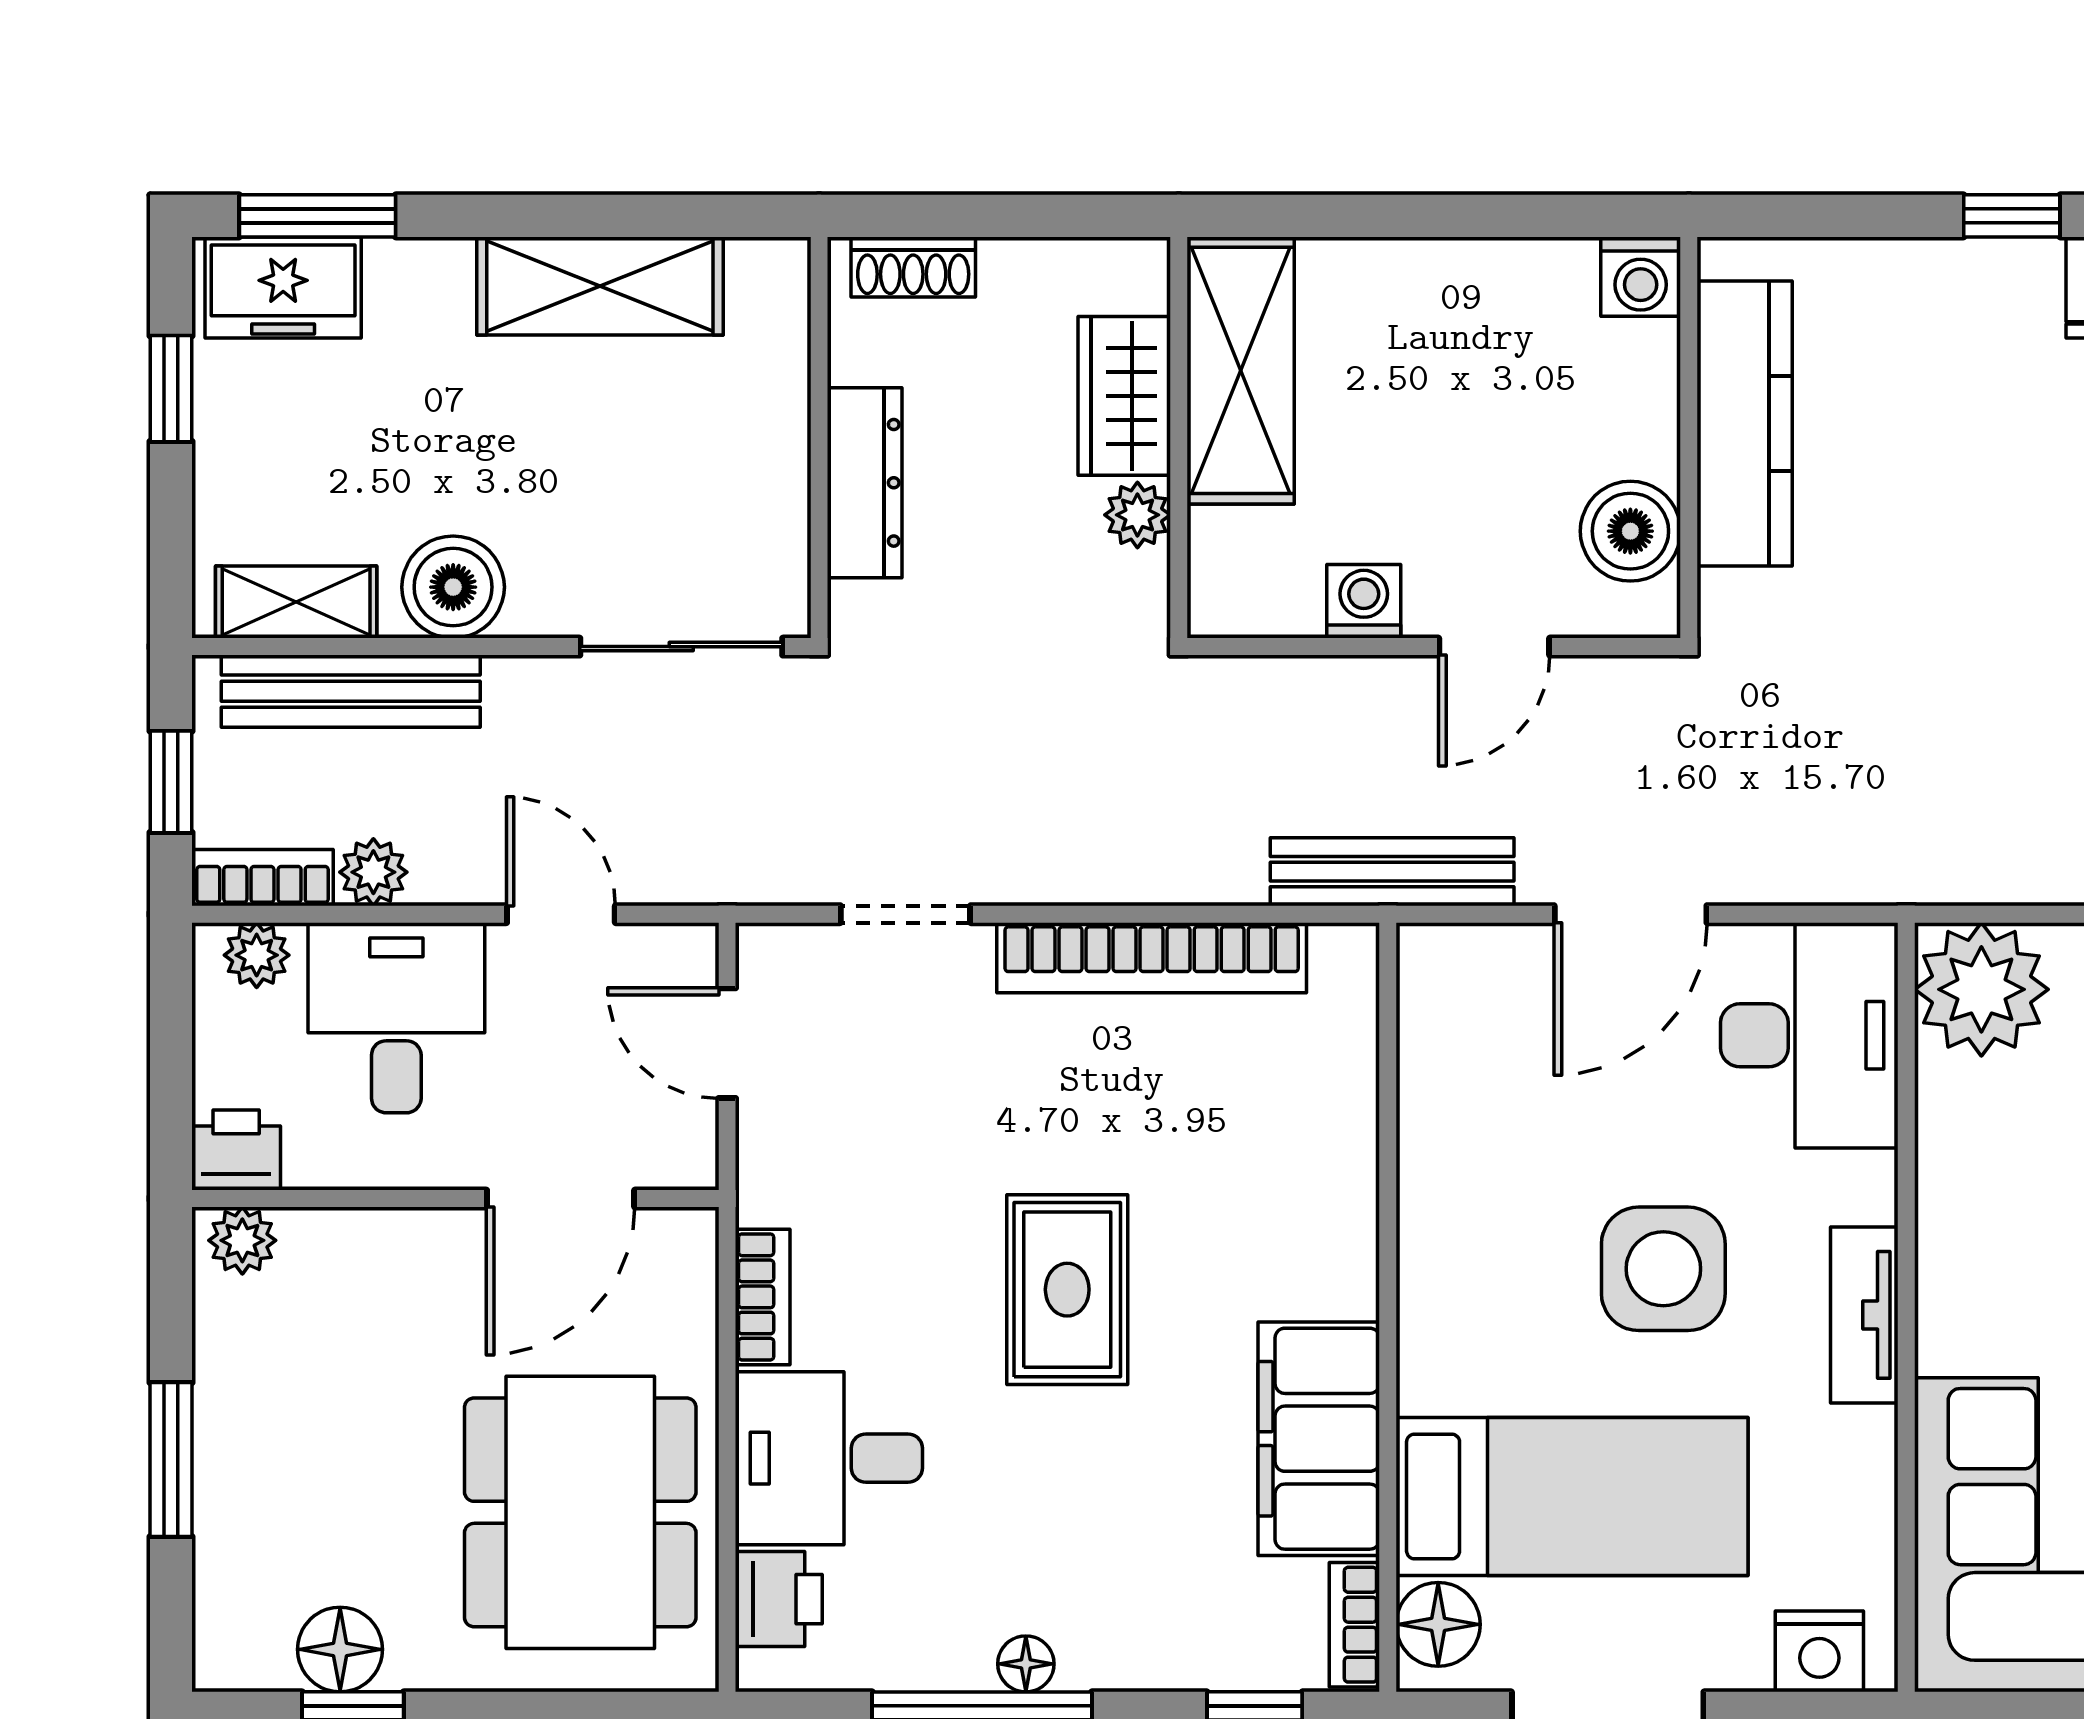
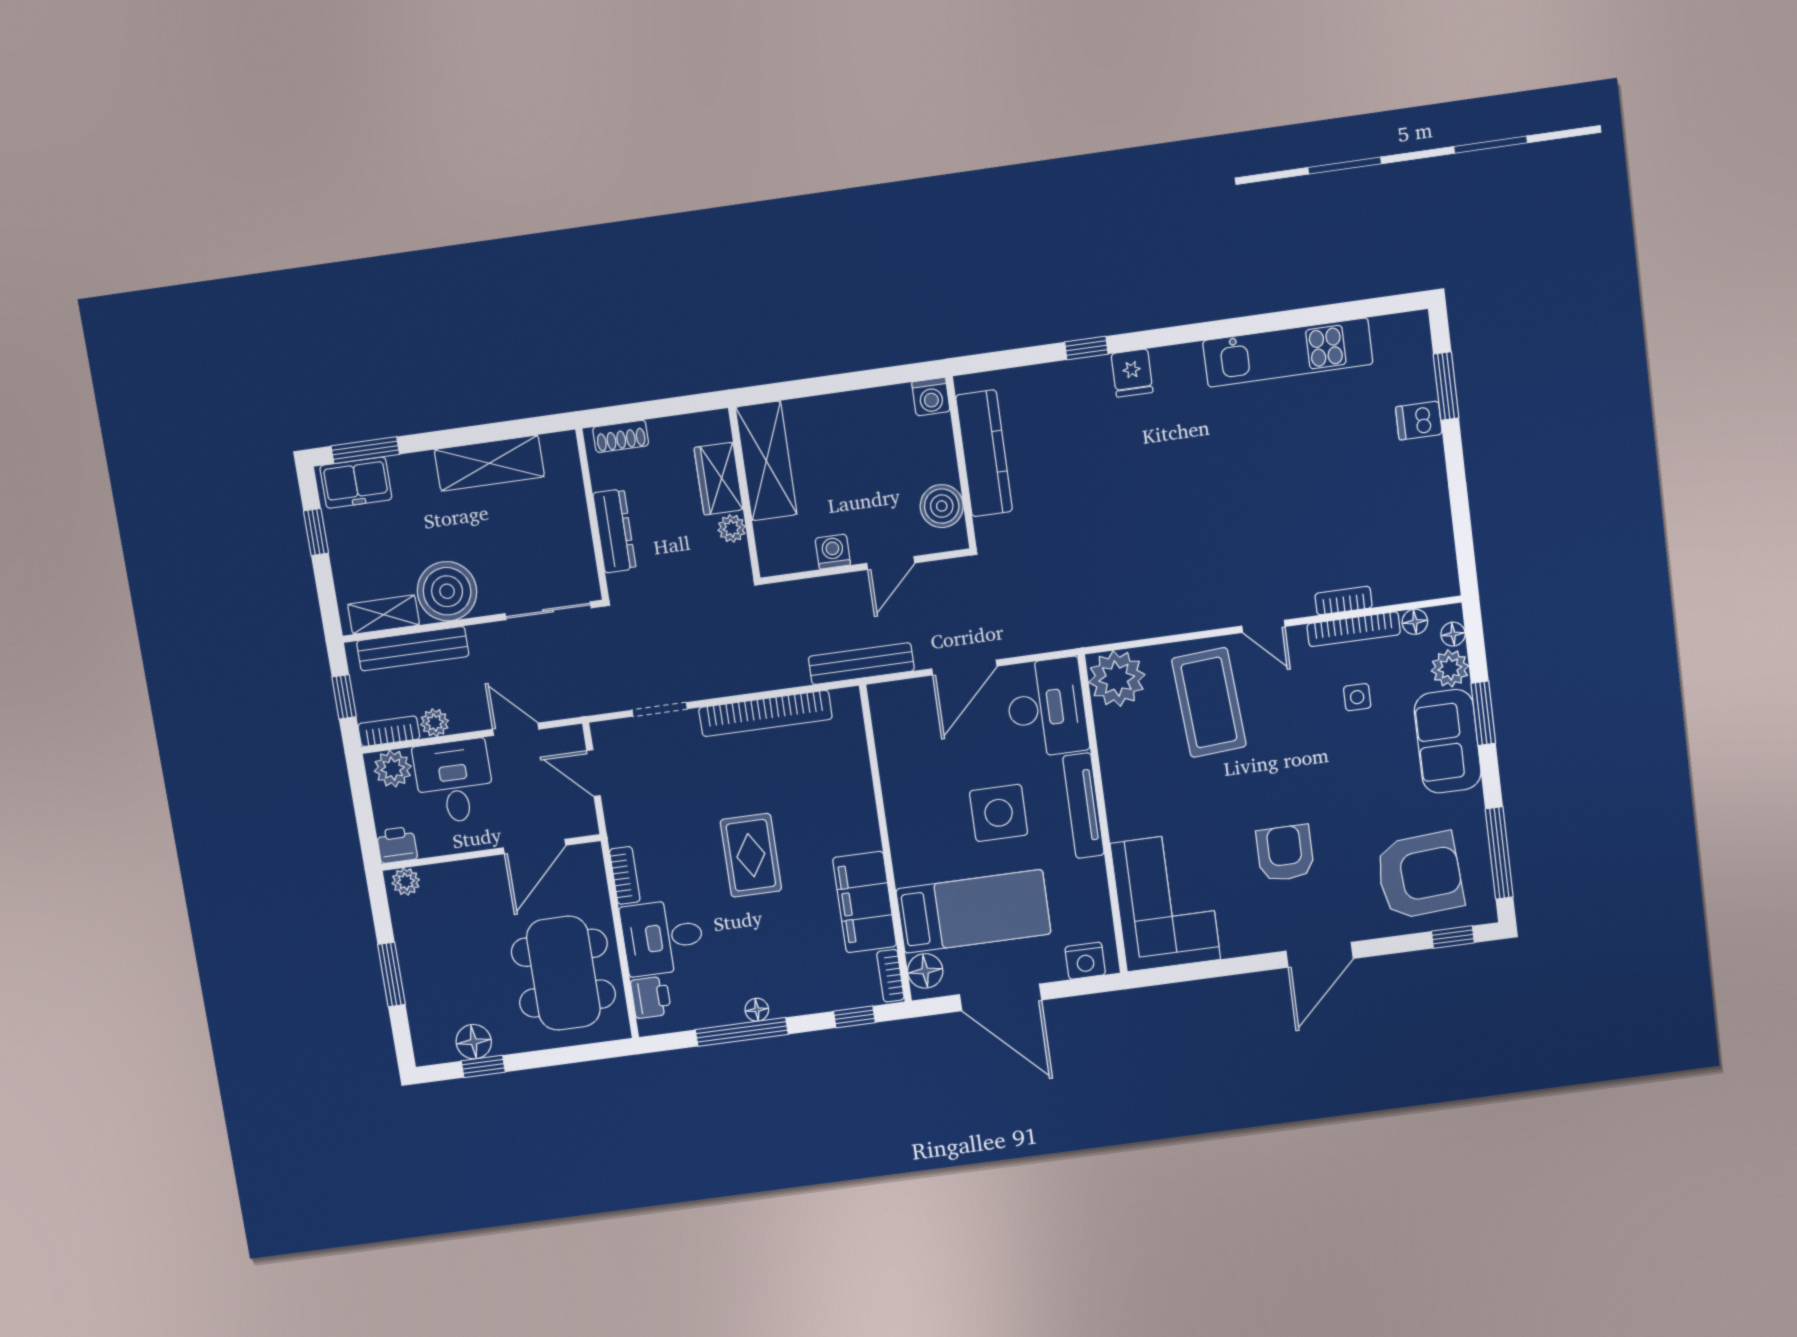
boiler: (453, 587) -> (447, 591), width x1.37, depth x1.37
plant: (257, 955) -> (393, 769), width x1.38, depth x1.38
tv unit: (1864, 1315) -> (1083, 806), width x1.41

